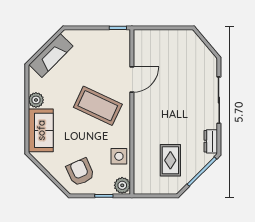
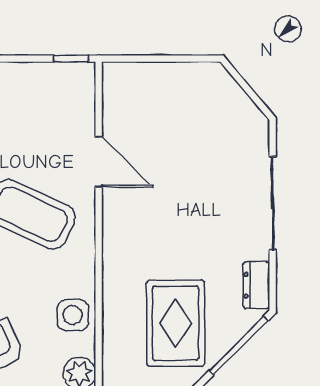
door: (132, 79) -> (99, 162), hinge flipped
rug: (170, 160) -> (176, 323), width x1.36, depth x1.43

